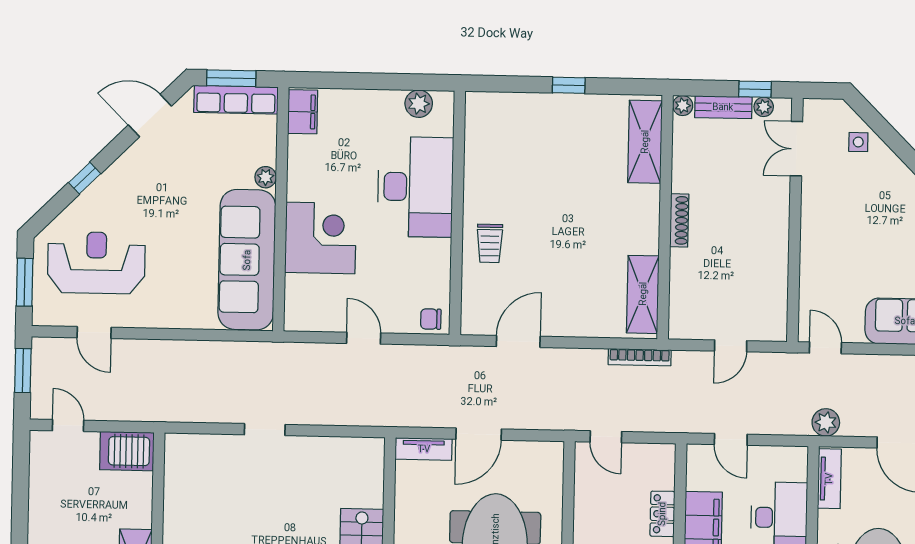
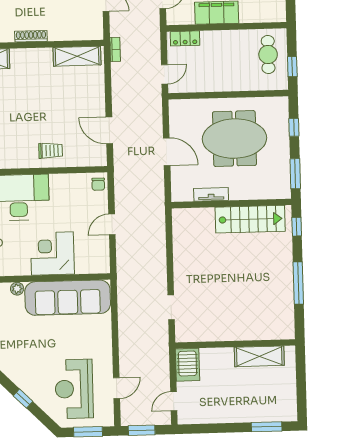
bookcase: (640, 357) -> (115, 49), width x0.64
doorway: (265, 430) -> (171, 307), moved
tv unit: (424, 449) -> (211, 194), moved, turned -90
locker: (662, 514) -> (185, 38), moved

